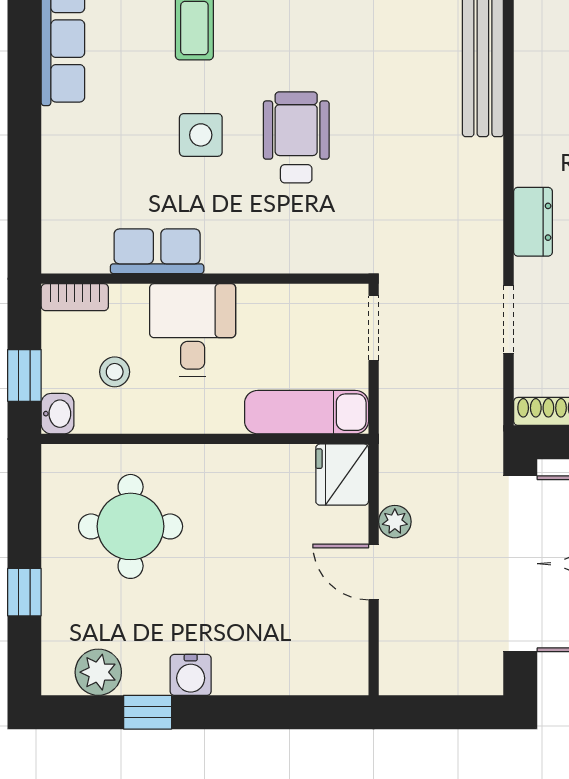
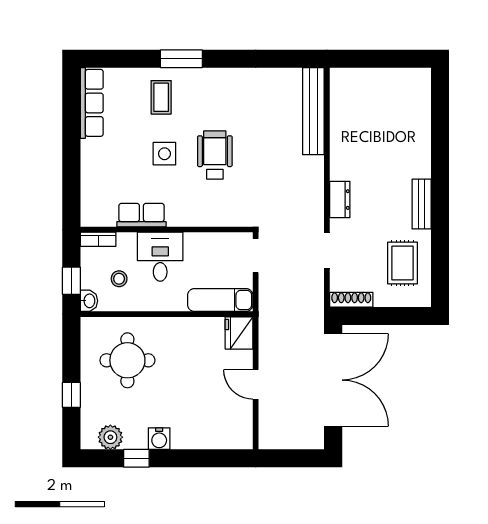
plant: (395, 522) -> (267, 358), removed

